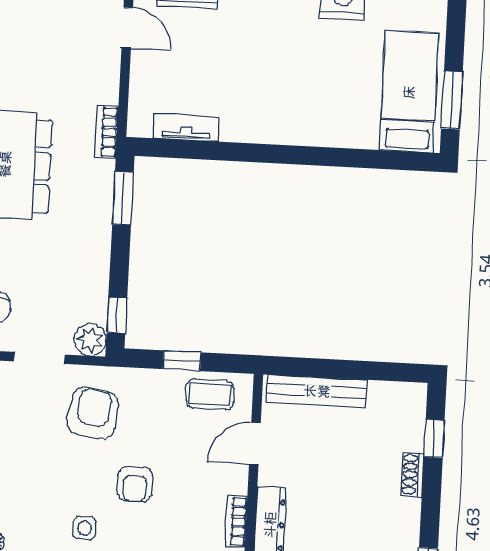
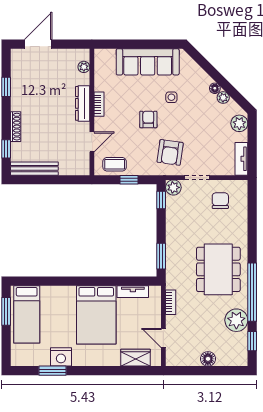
bed: (265, 83) -> (96, 315), added
bookcase: (107, 132) -> (171, 302), moved
bench: (317, 391) -> (34, 169), moved
shoe rack: (412, 474) -> (16, 127), width x1.43

